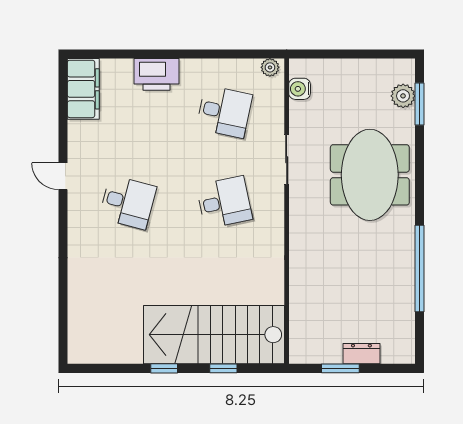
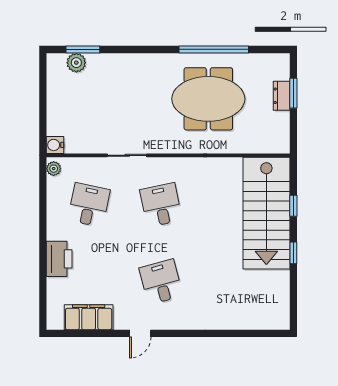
filing cabinet: (83, 89) -> (89, 317), moved
water cooler: (300, 89) -> (55, 145), moved, turned 90
meeting table: (370, 175) -> (208, 99), moved
desk: (128, 202) -> (161, 282), turned -30
window: (340, 368) -> (293, 93), moved

